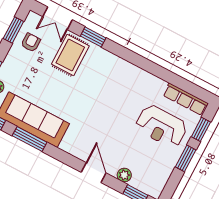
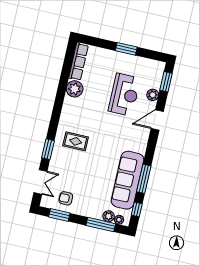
rug: (70, 55) -> (76, 141), moved, width x0.73, depth x0.70
plant: (155, 86) -> (75, 89), added
reception desk: (161, 126) -> (124, 95), moved
window: (201, 129) -> (100, 43), removed

